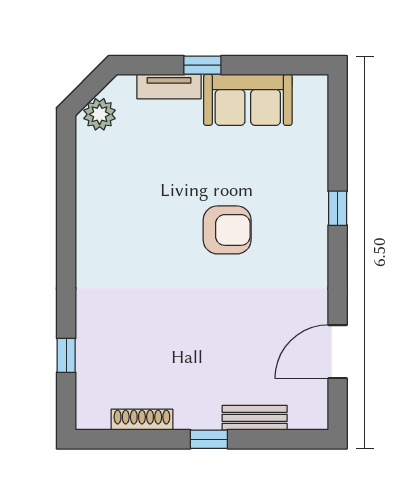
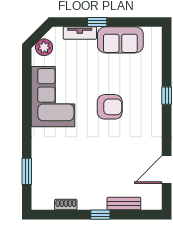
corner sofa: (117, 210) -> (53, 97), added
window: (66, 355) -> (27, 171), width x1.50
shoe rack: (142, 420) -> (66, 205), width x0.70

